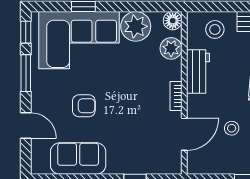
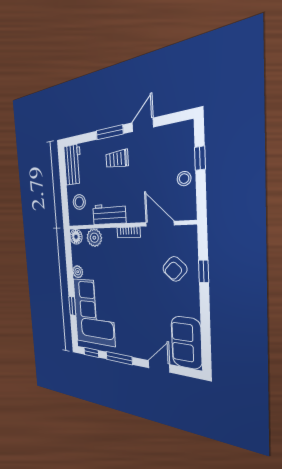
plant: (136, 26) -> (78, 272), width x0.53, depth x0.53
armchair: (84, 106) -> (175, 269), moved, turned -137
stool: (232, 128) -> (184, 179), moved
sofa: (78, 158) -> (186, 343), moved

